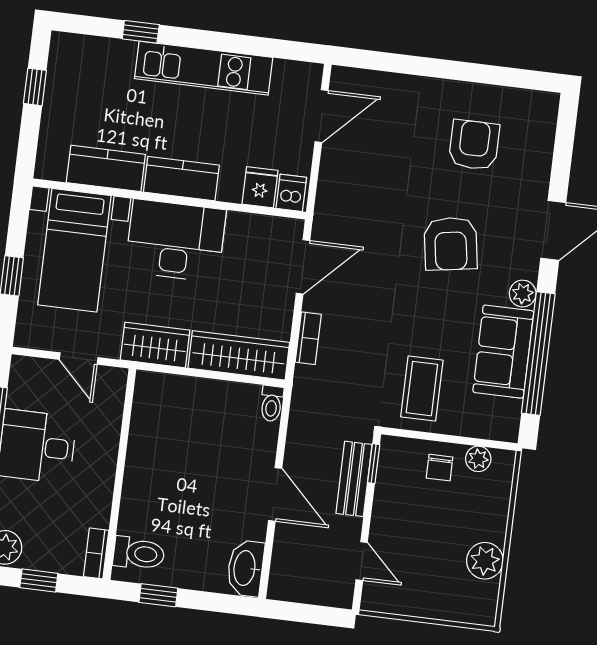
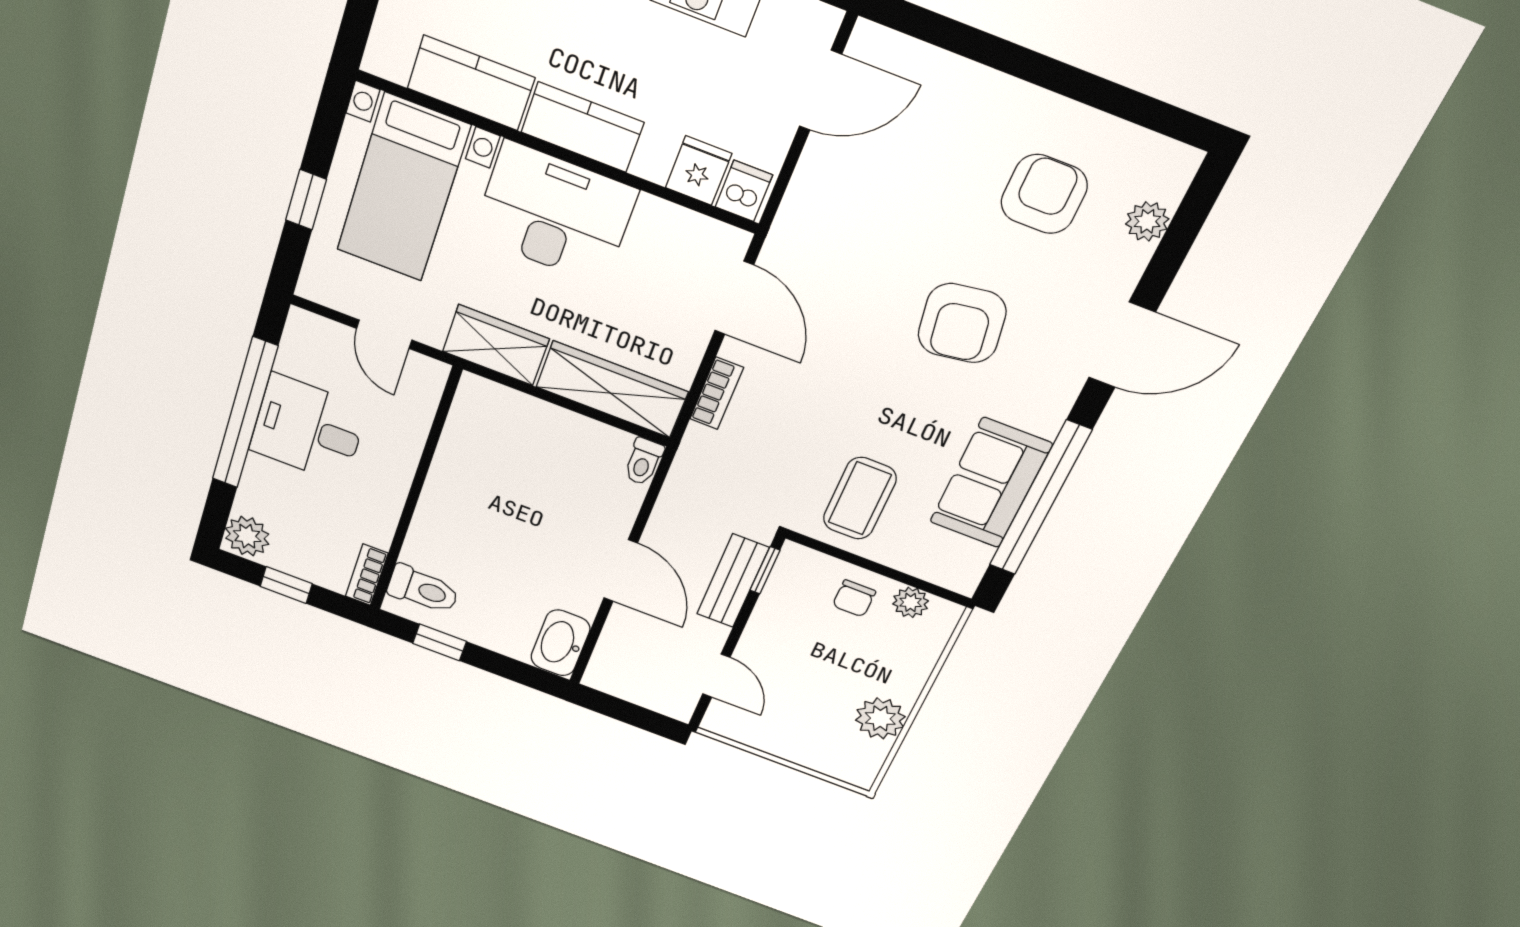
door: (303, 267) -> (734, 298), hinge flipped
plant: (523, 294) -> (1147, 221), moved

